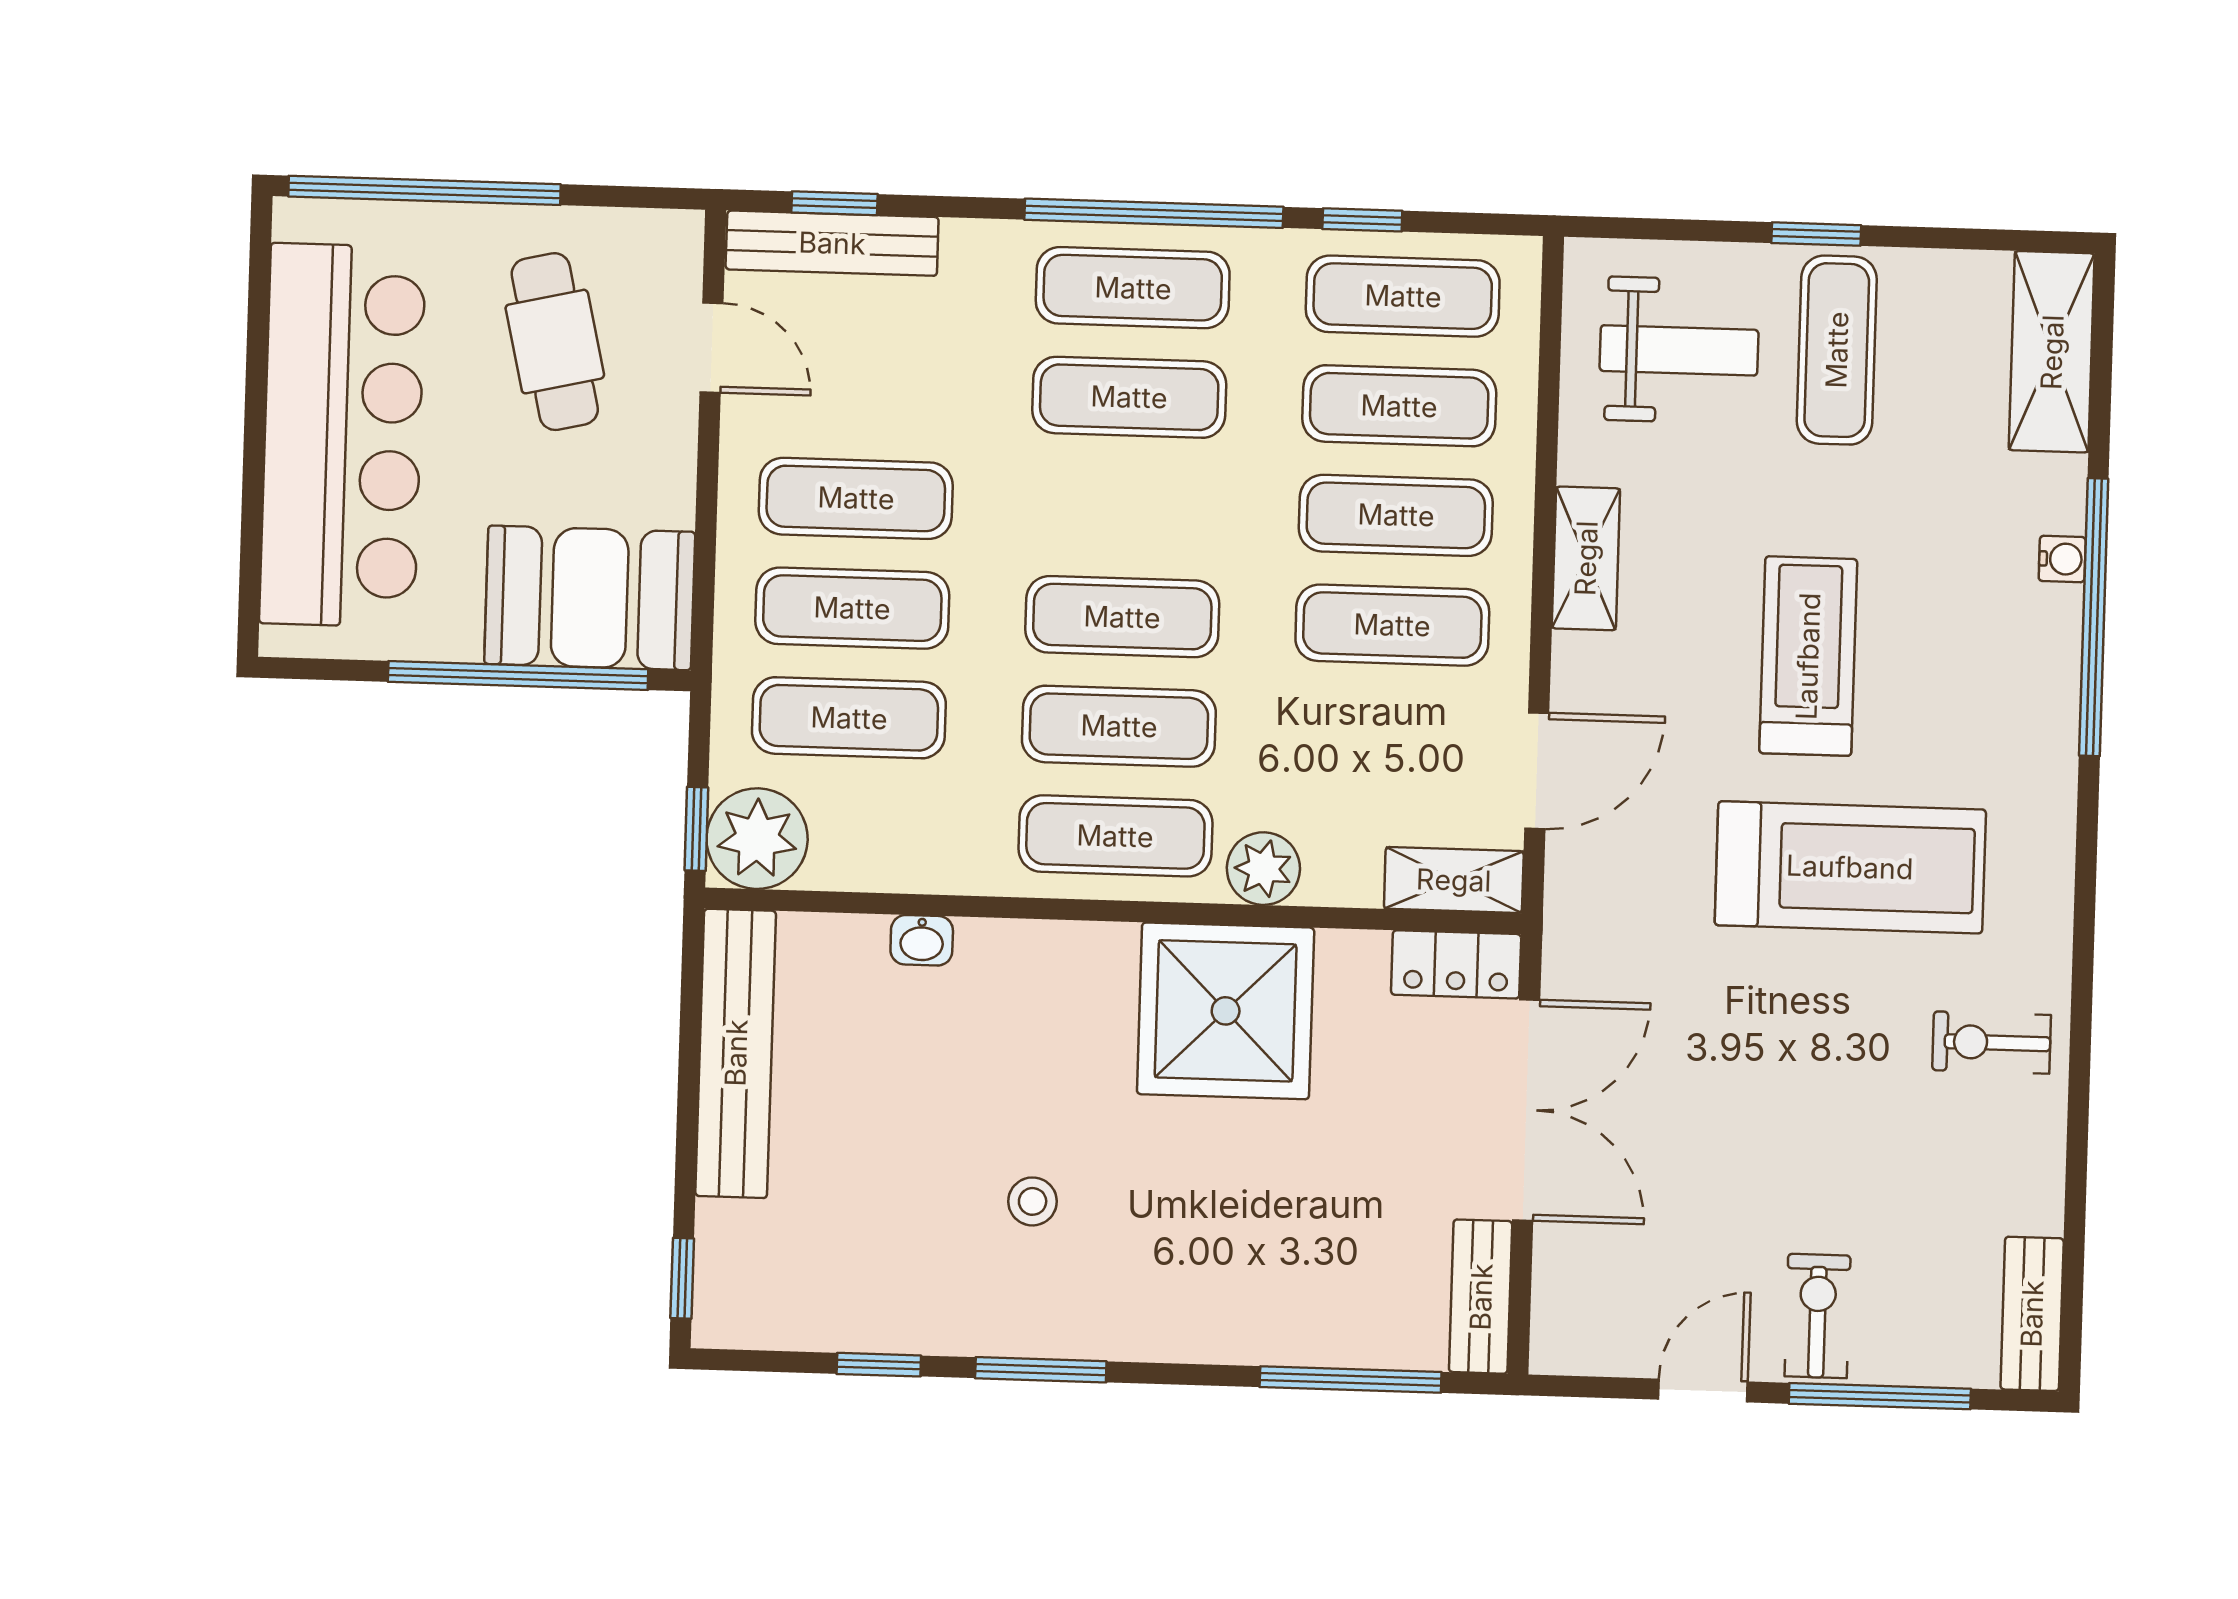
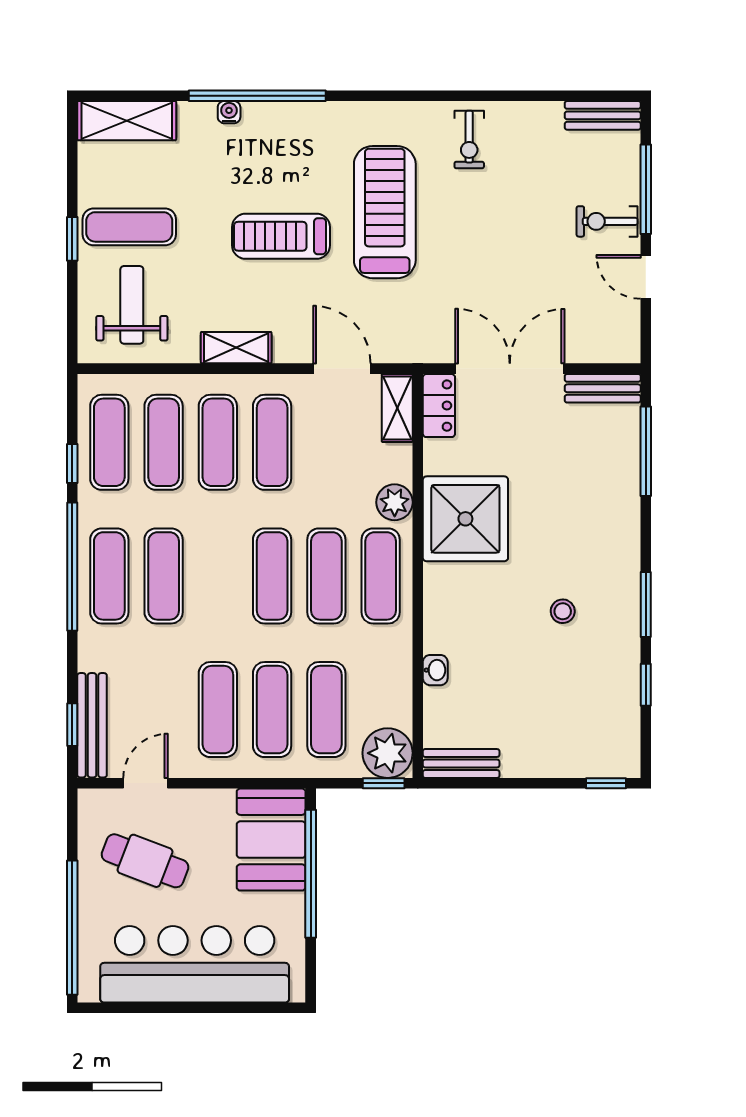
cafe table: (555, 342) -> (145, 861), turned 34
bench: (736, 1053) -> (461, 763), width x0.54, depth x0.82

